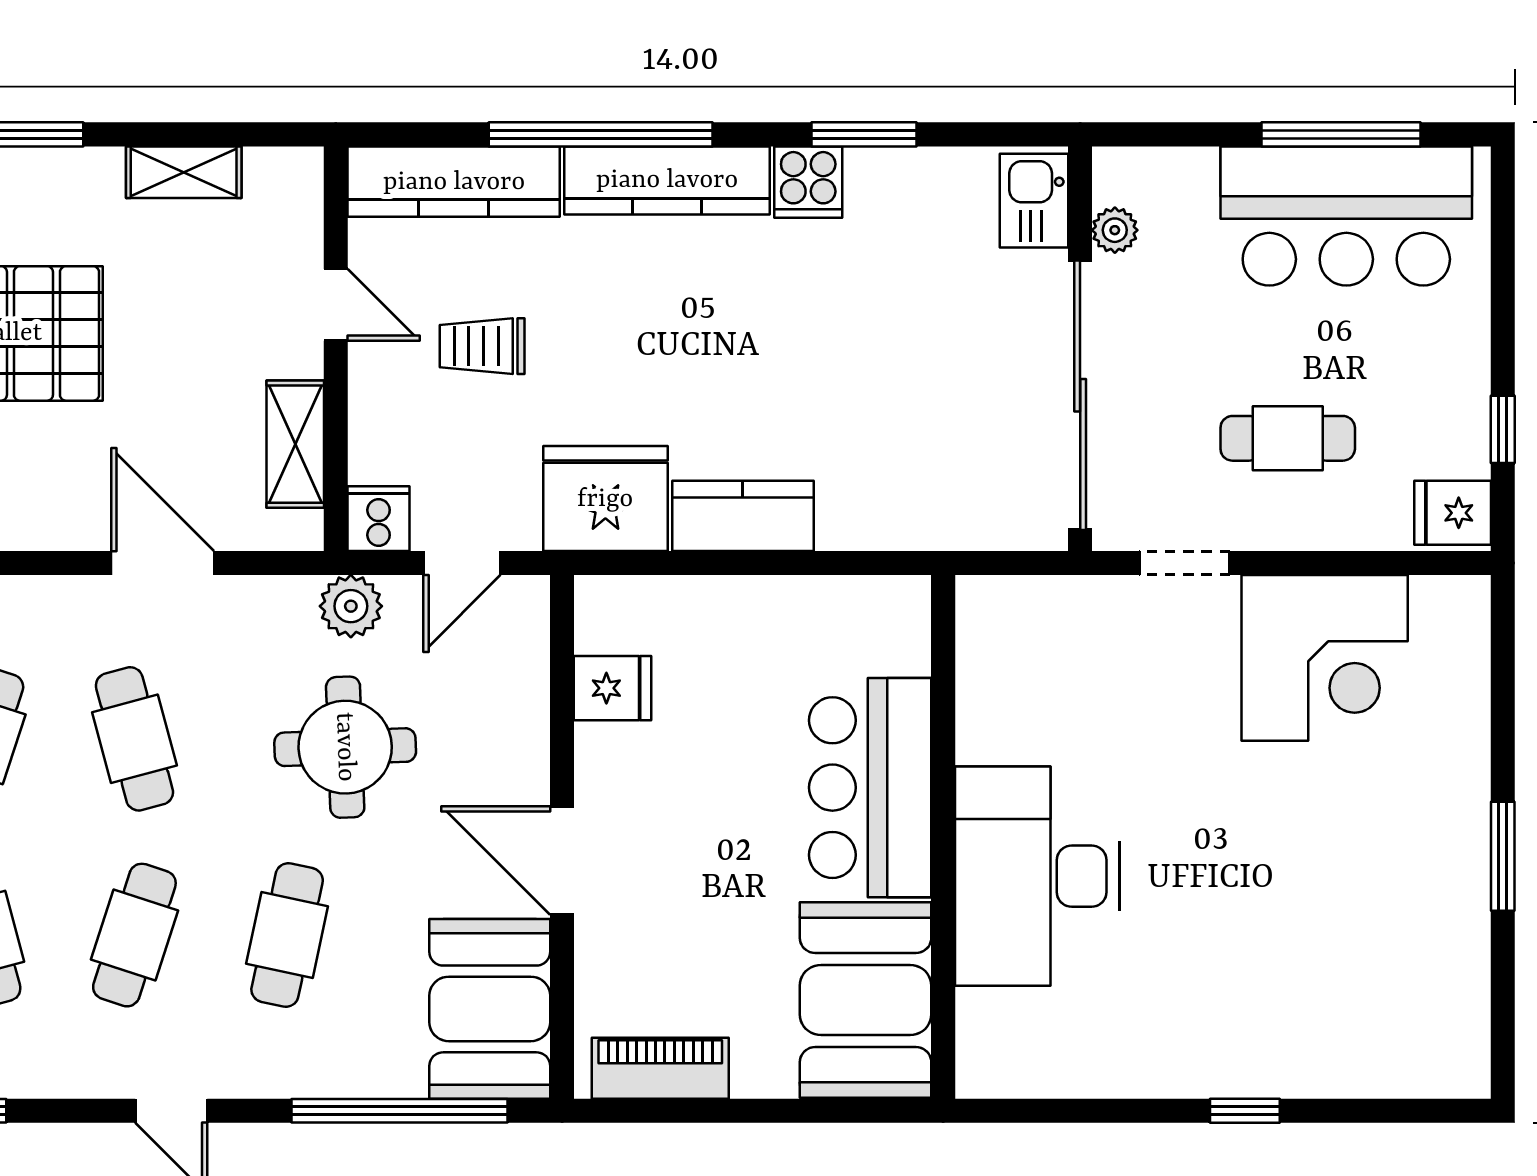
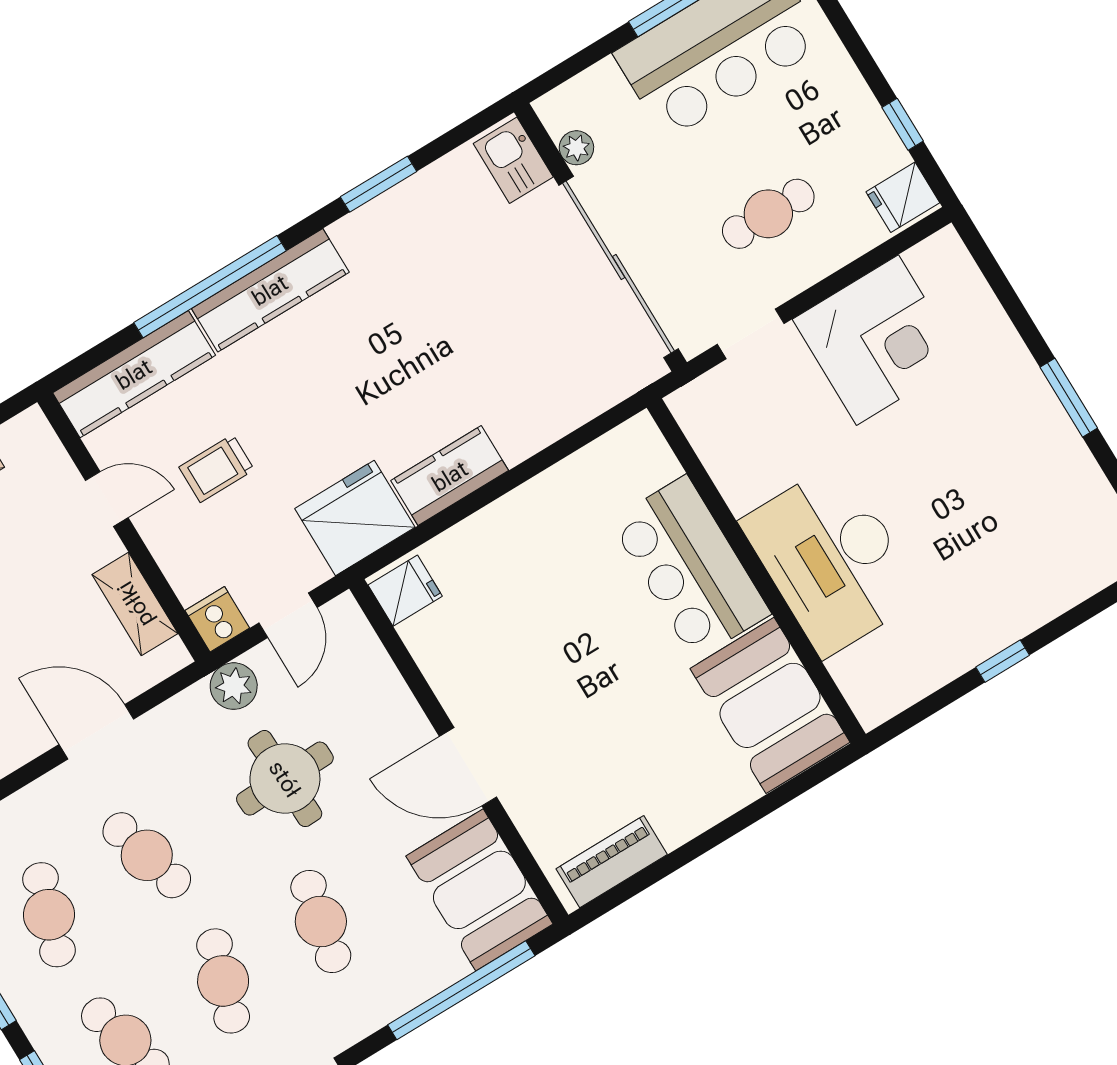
cooker: (808, 182) -> (361, 236), removed
fridge: (613, 688) -> (405, 591), moved
bar counter: (870, 788) -> (690, 568), moved
wall: (943, 837) -> (756, 571), moved
desk: (1037, 876) -> (832, 559), moved
booth: (866, 1000) -> (770, 705), moved

